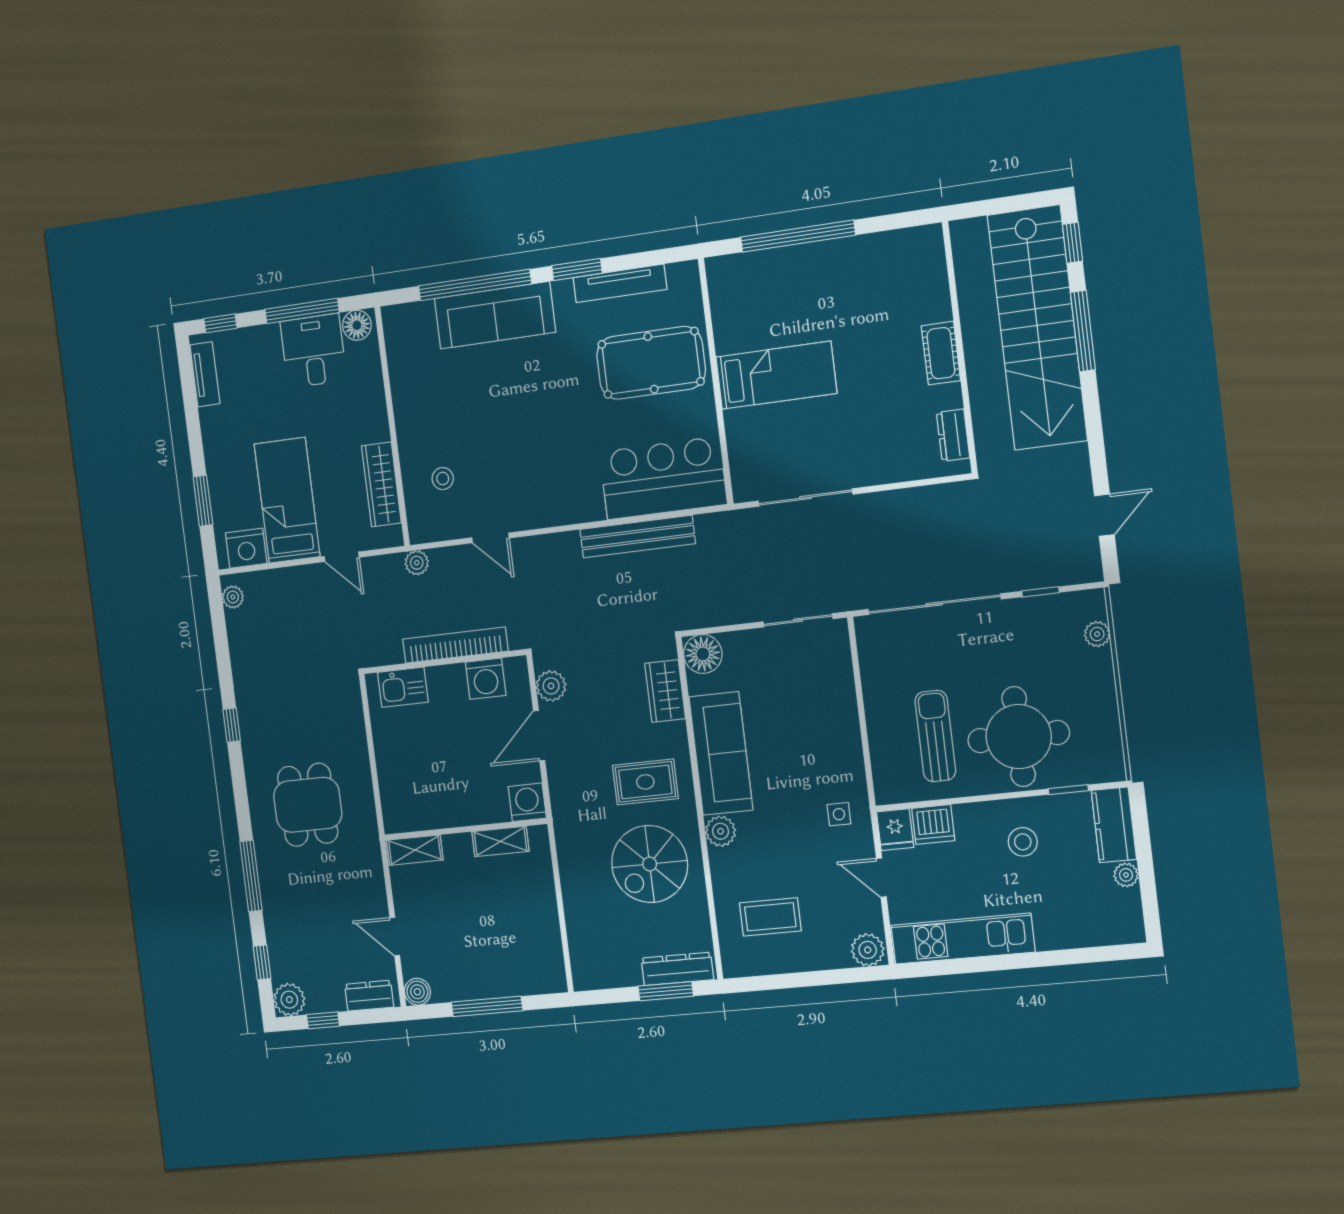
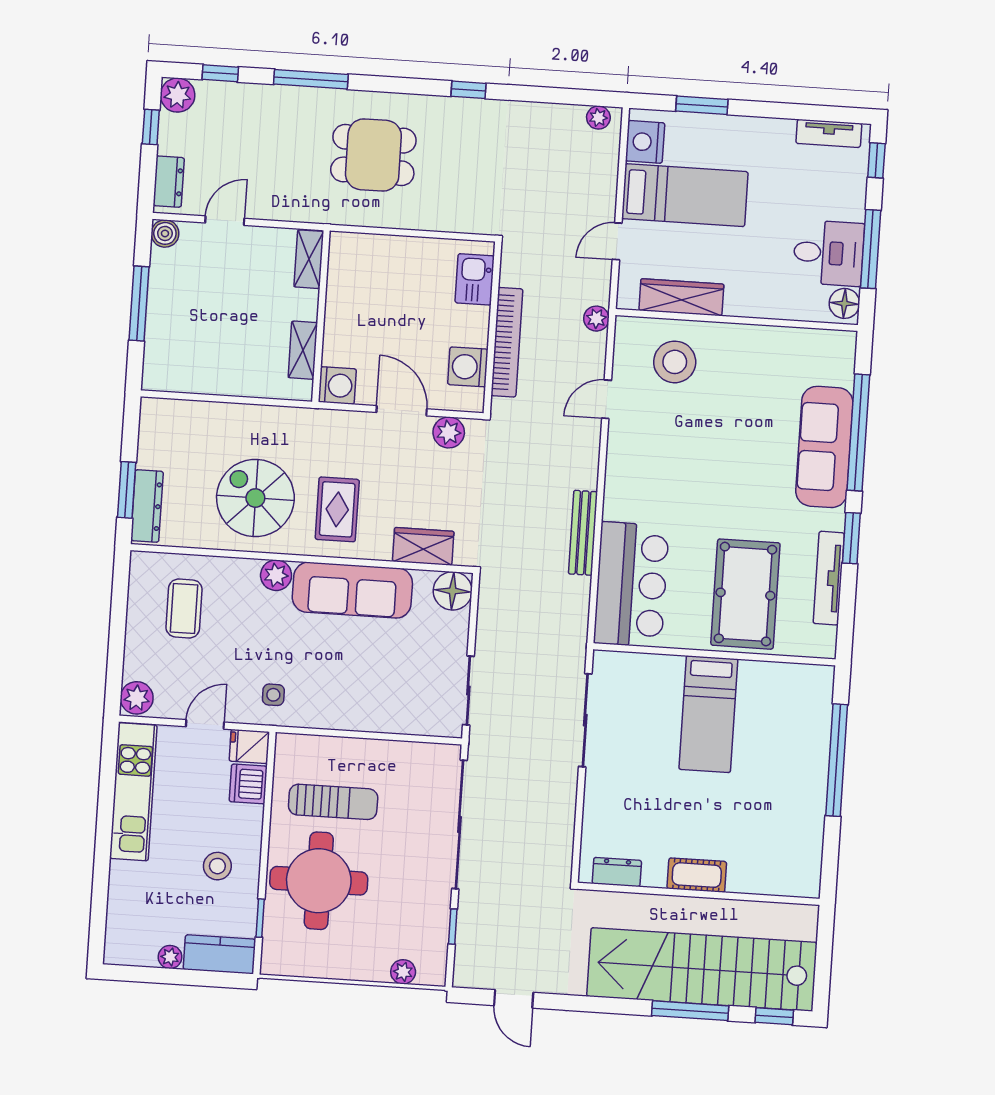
stool: (443, 479) -> (675, 362), width x1.89, depth x1.89
bench: (637, 537) -> (583, 533), width x0.73, depth x0.82

